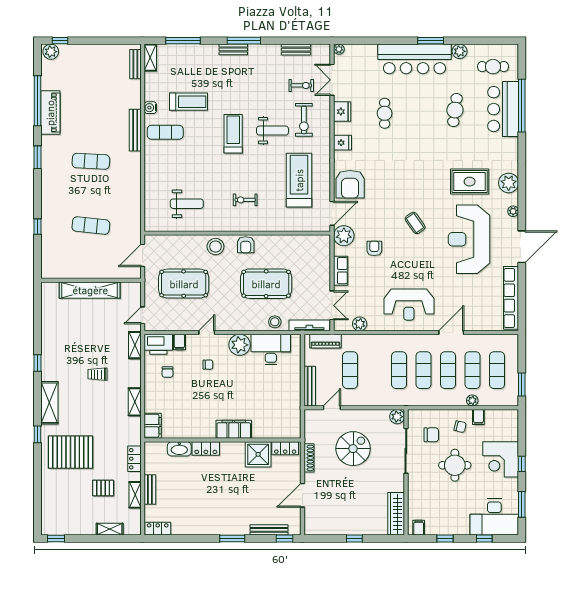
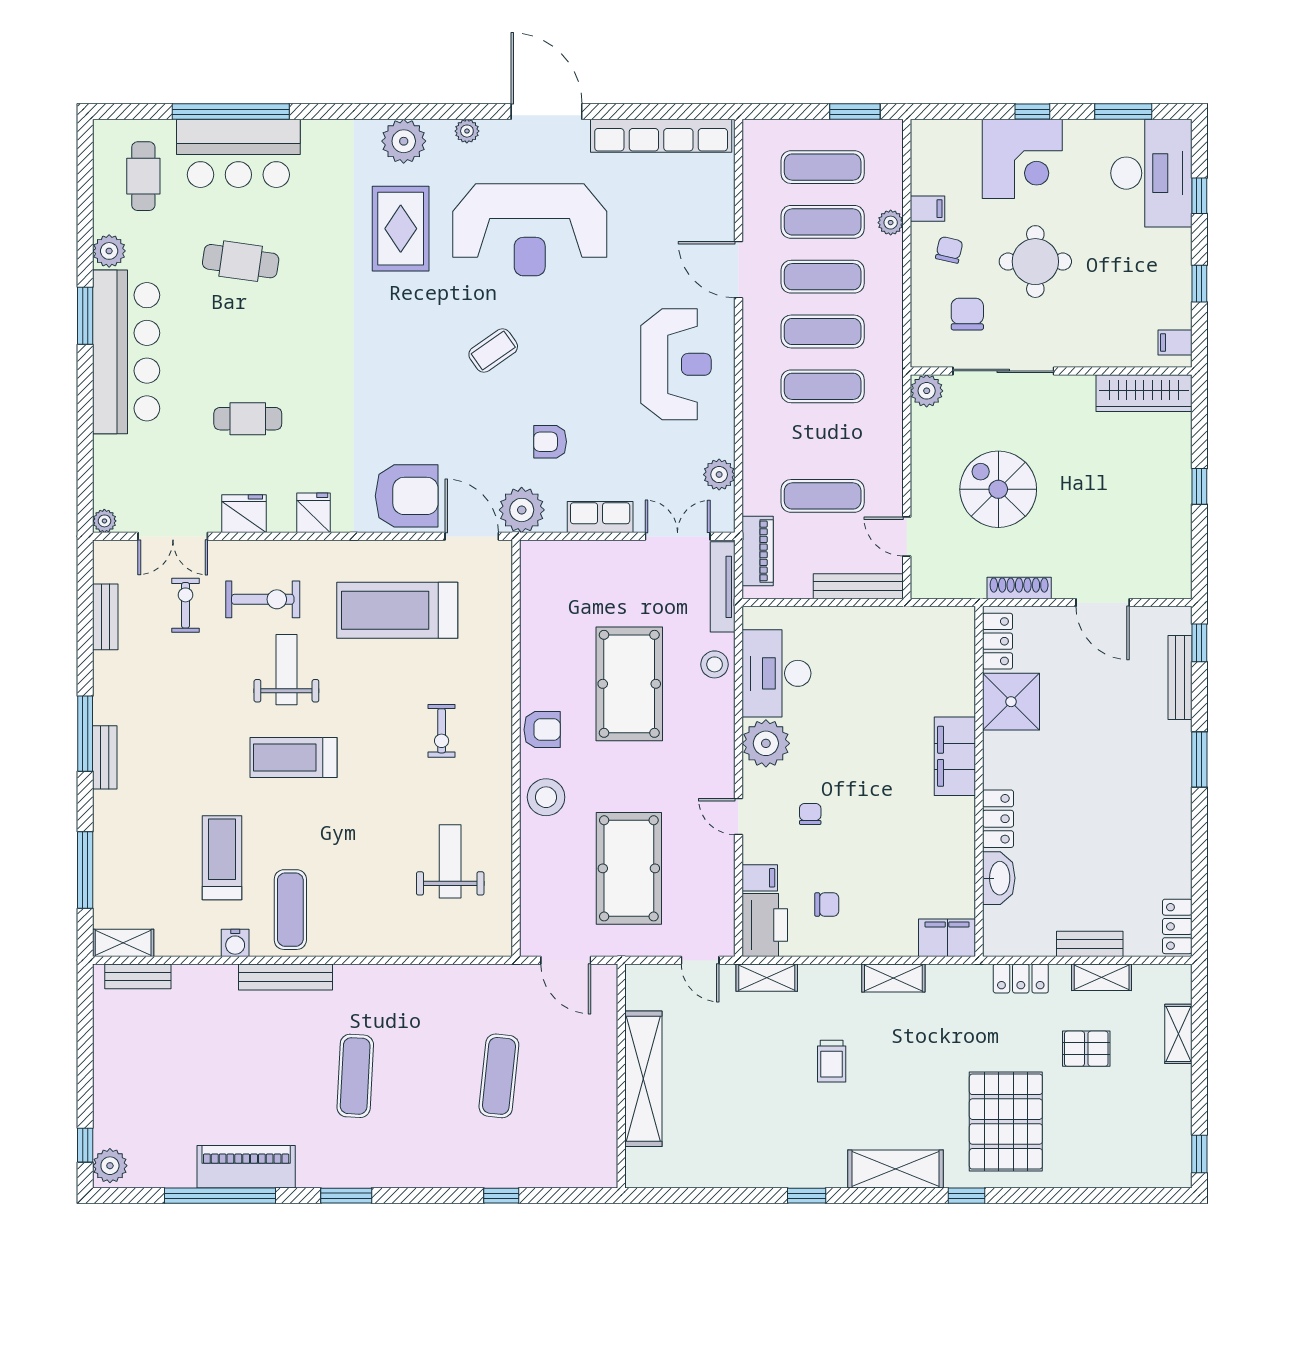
pallet: (103, 488) -> (1086, 1049), turned 90

